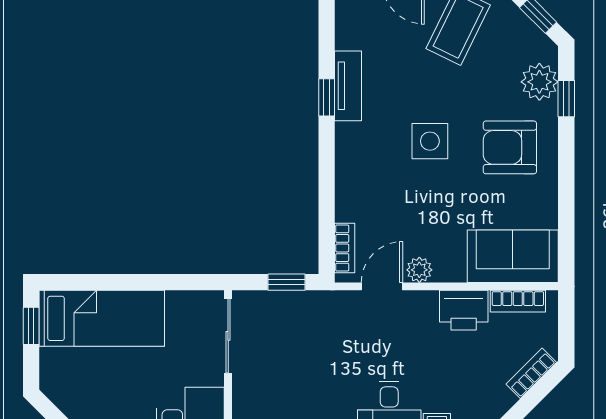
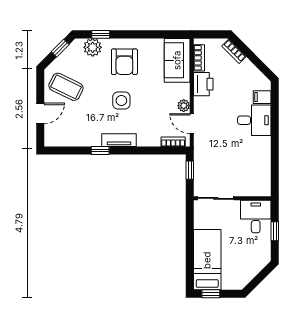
tv unit: (348, 86) -> (119, 140), moved

